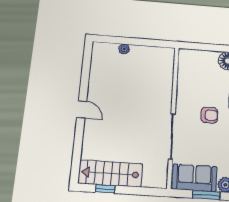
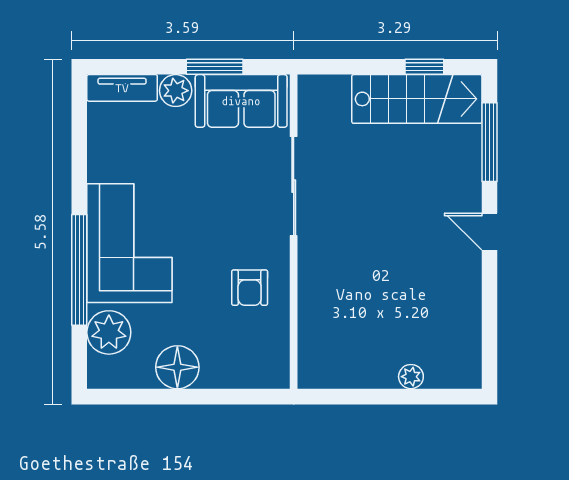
armchair: (209, 115) -> (250, 288), moved, turned -90
window: (77, 151) -> (490, 142), added

